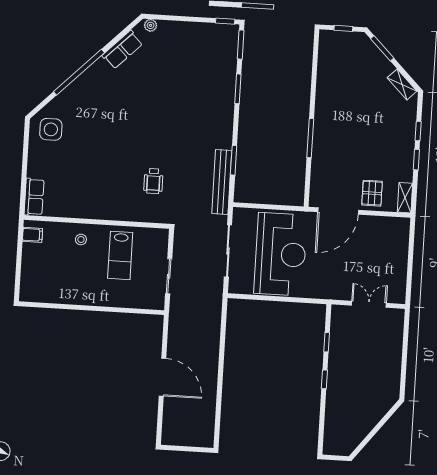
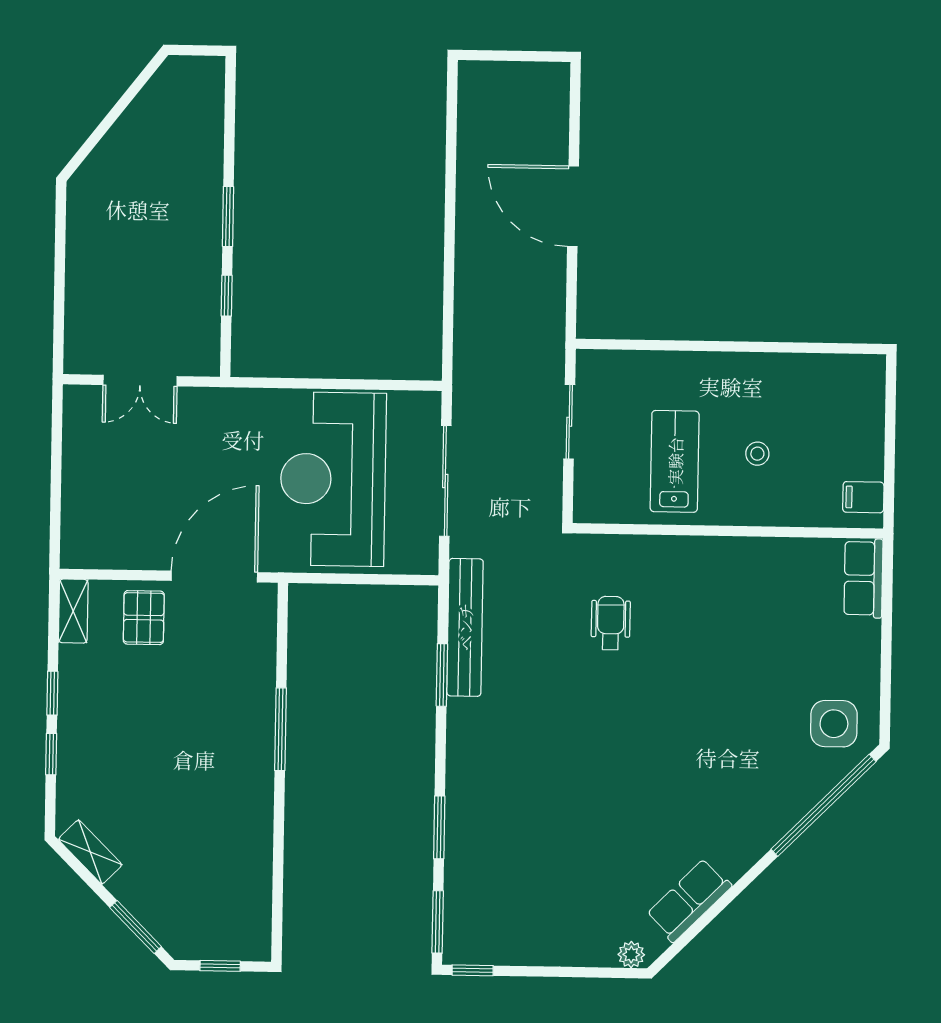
window: (79, 72) -> (823, 805), moved
stool: (81, 239) -> (757, 454), moved
window: (324, 379) -> (228, 216), width x1.50

